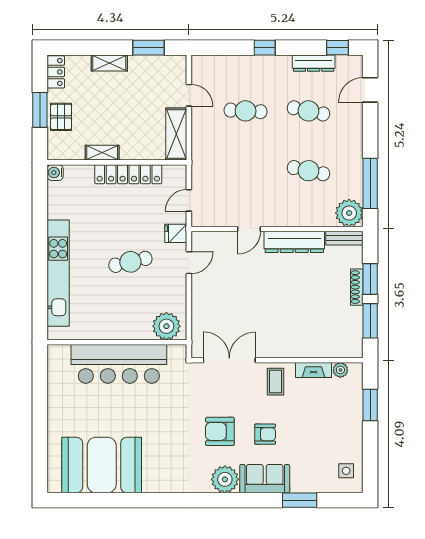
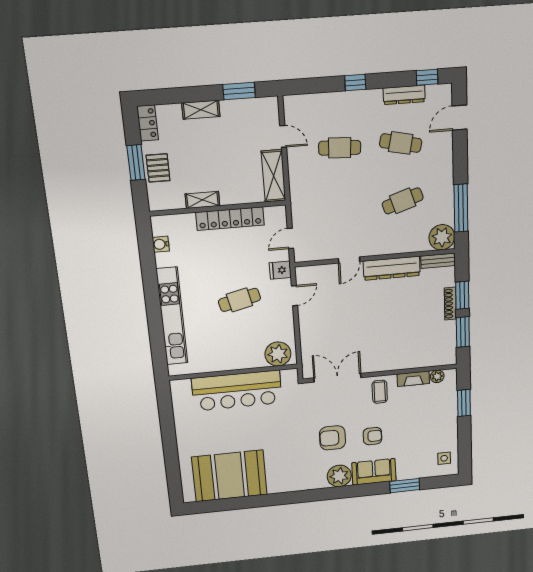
cafe table: (308, 171) -> (403, 201), turned -30
water cooler: (55, 173) -> (161, 244), moved

